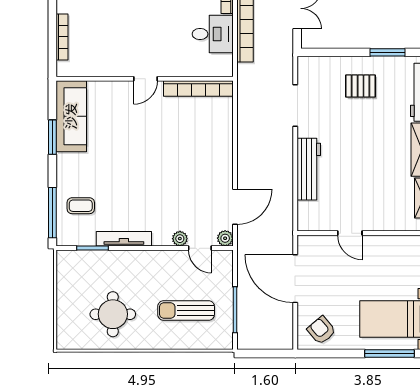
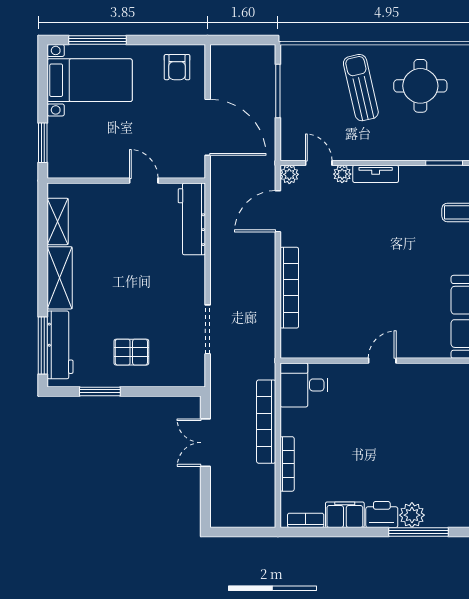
desk: (213, 34) -> (304, 385), moved
bookcase: (198, 88) -> (289, 288), moved, turned 90
workbench: (309, 169) -> (192, 219), moved
tv unit: (124, 239) -> (376, 174), moved, width x0.71
sun lounger: (186, 310) -> (361, 88), moved, turned -103
armchair: (321, 330) -> (177, 67), turned 40

